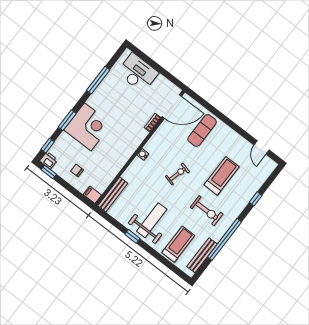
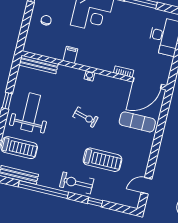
door: (172, 106) -> (147, 83), hinge flipped
filing cabinet: (92, 195) -> (70, 55), moved
exercise bike: (207, 211) -> (77, 183), moved, turned 90
weight bench: (152, 220) -> (31, 112), turned -90

